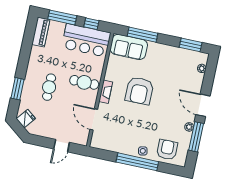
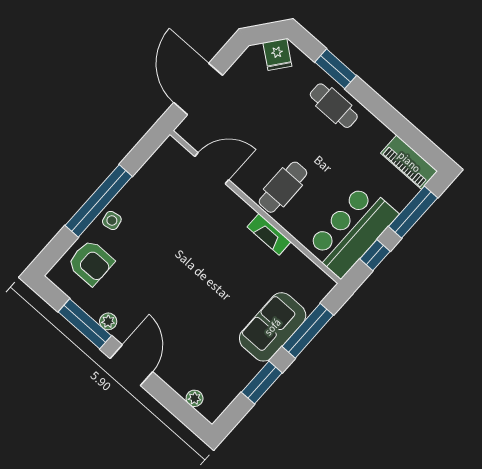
window: (191, 45) -> (262, 383), moved
sofa: (129, 47) -> (273, 327), moved
cafe table: (49, 87) -> (334, 106), moved
armchair: (139, 91) -> (216, 272), removed
fireplace: (106, 92) -> (269, 234), moved
door: (203, 105) -> (131, 365), hinge flipped
door: (62, 146) -> (198, 89), width x1.87

